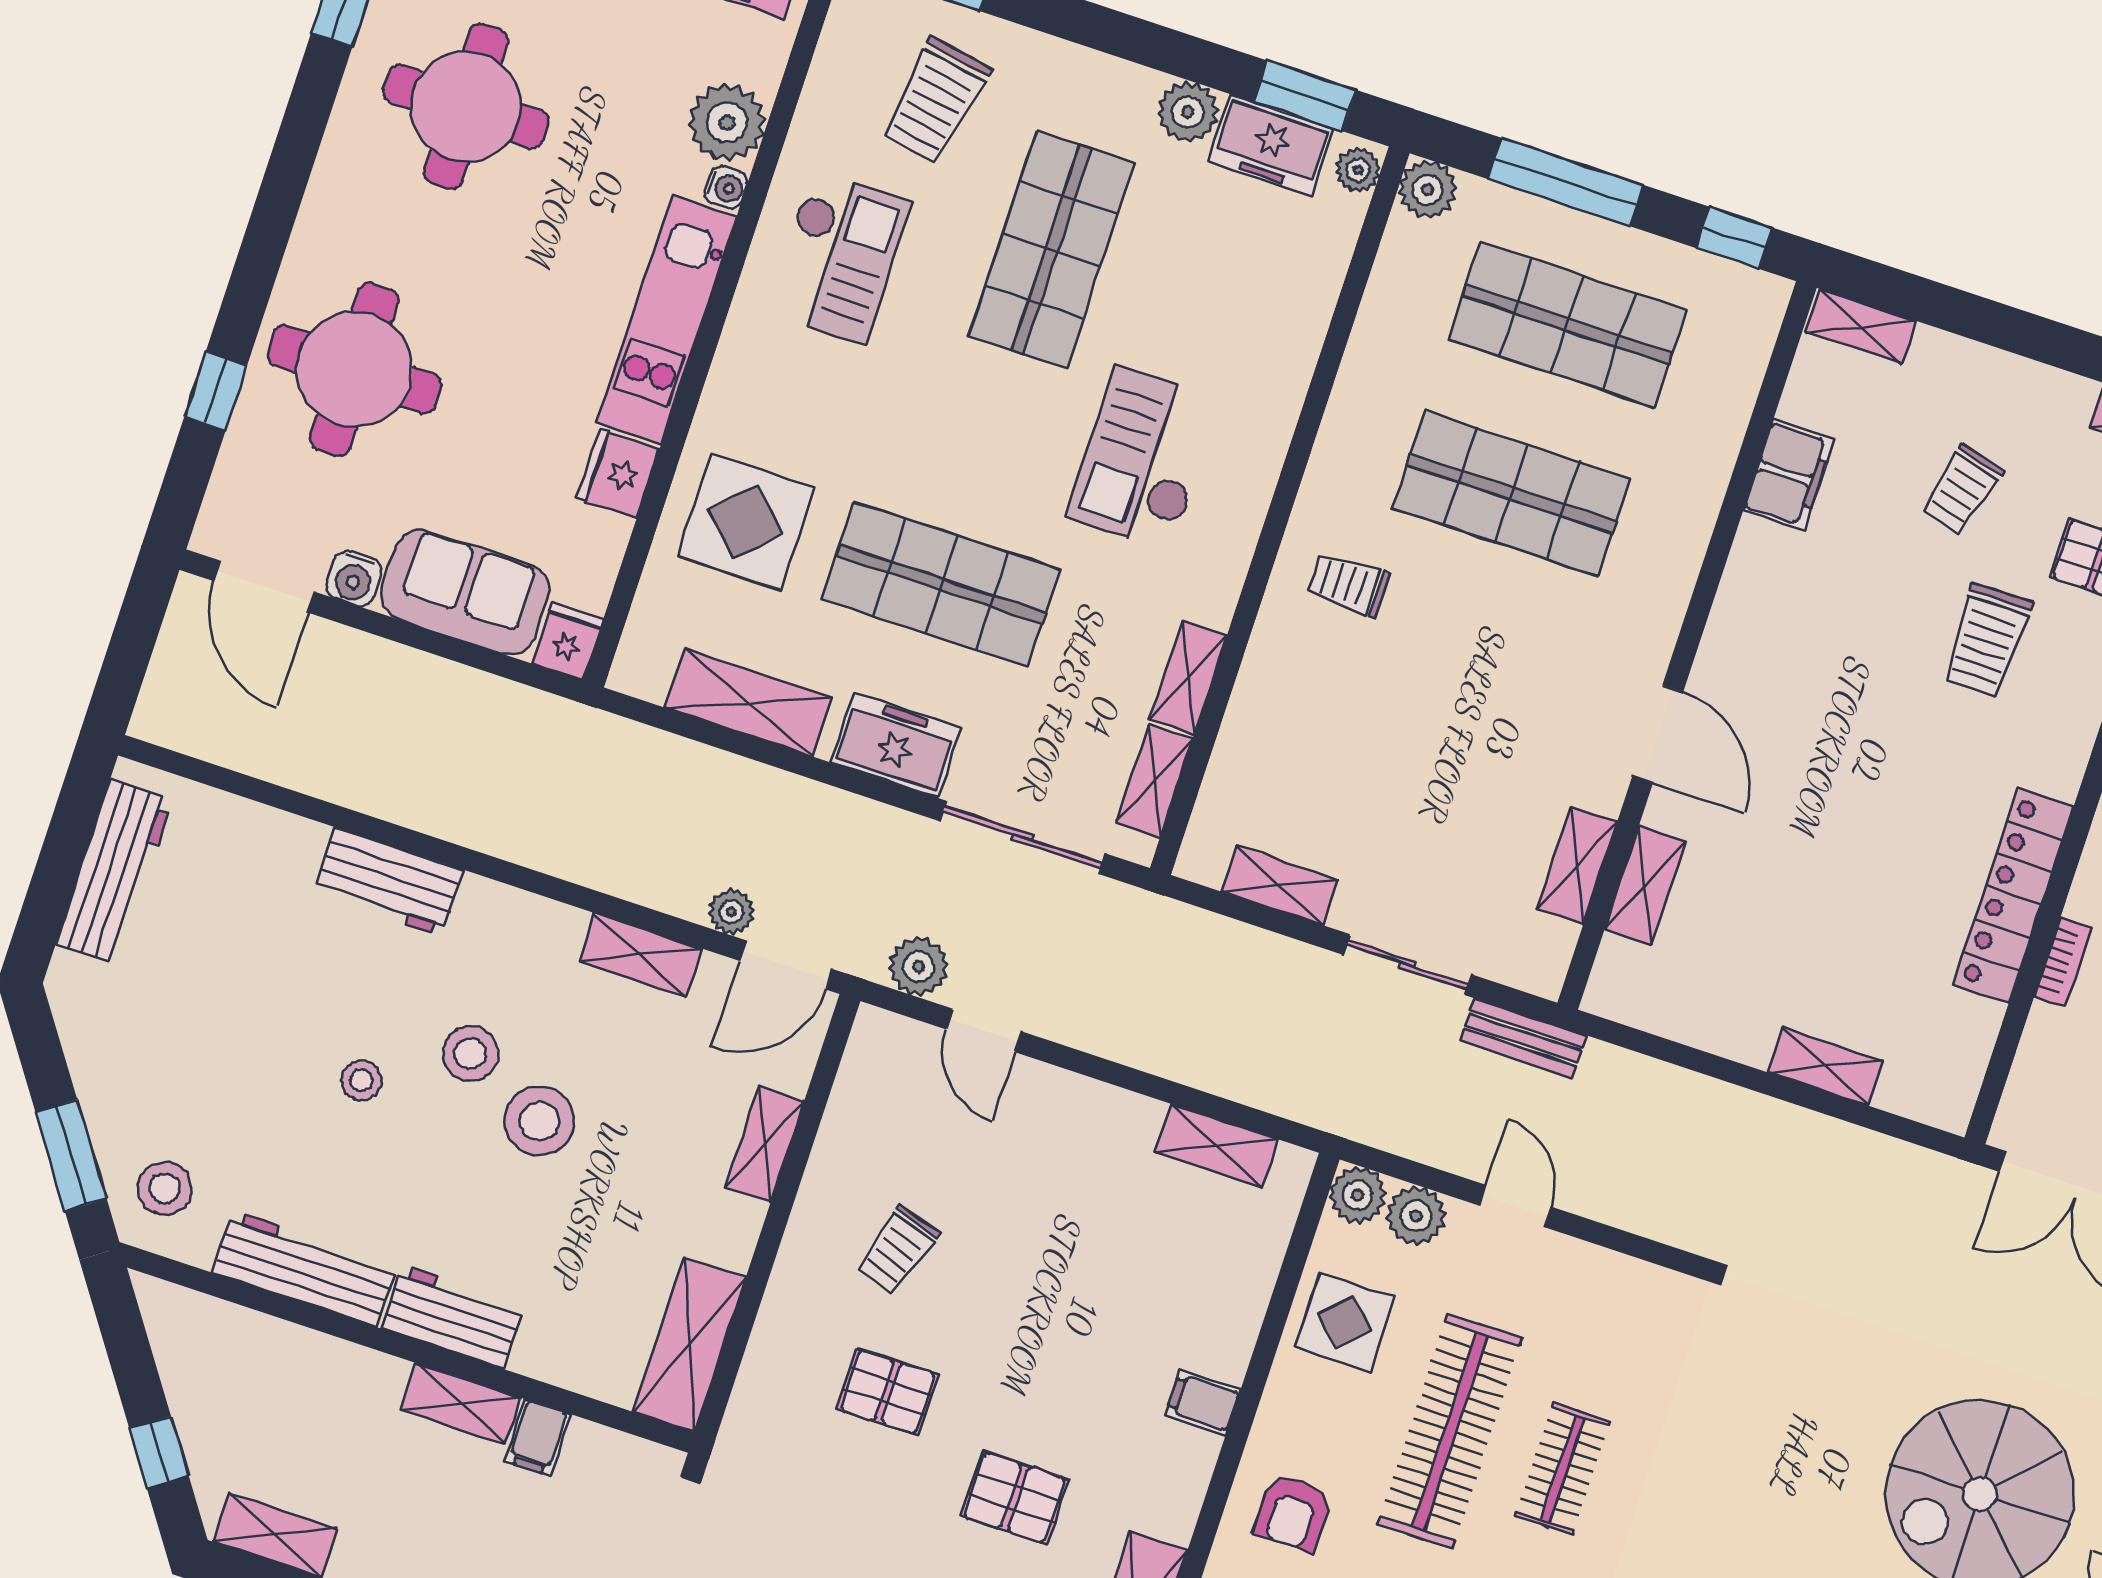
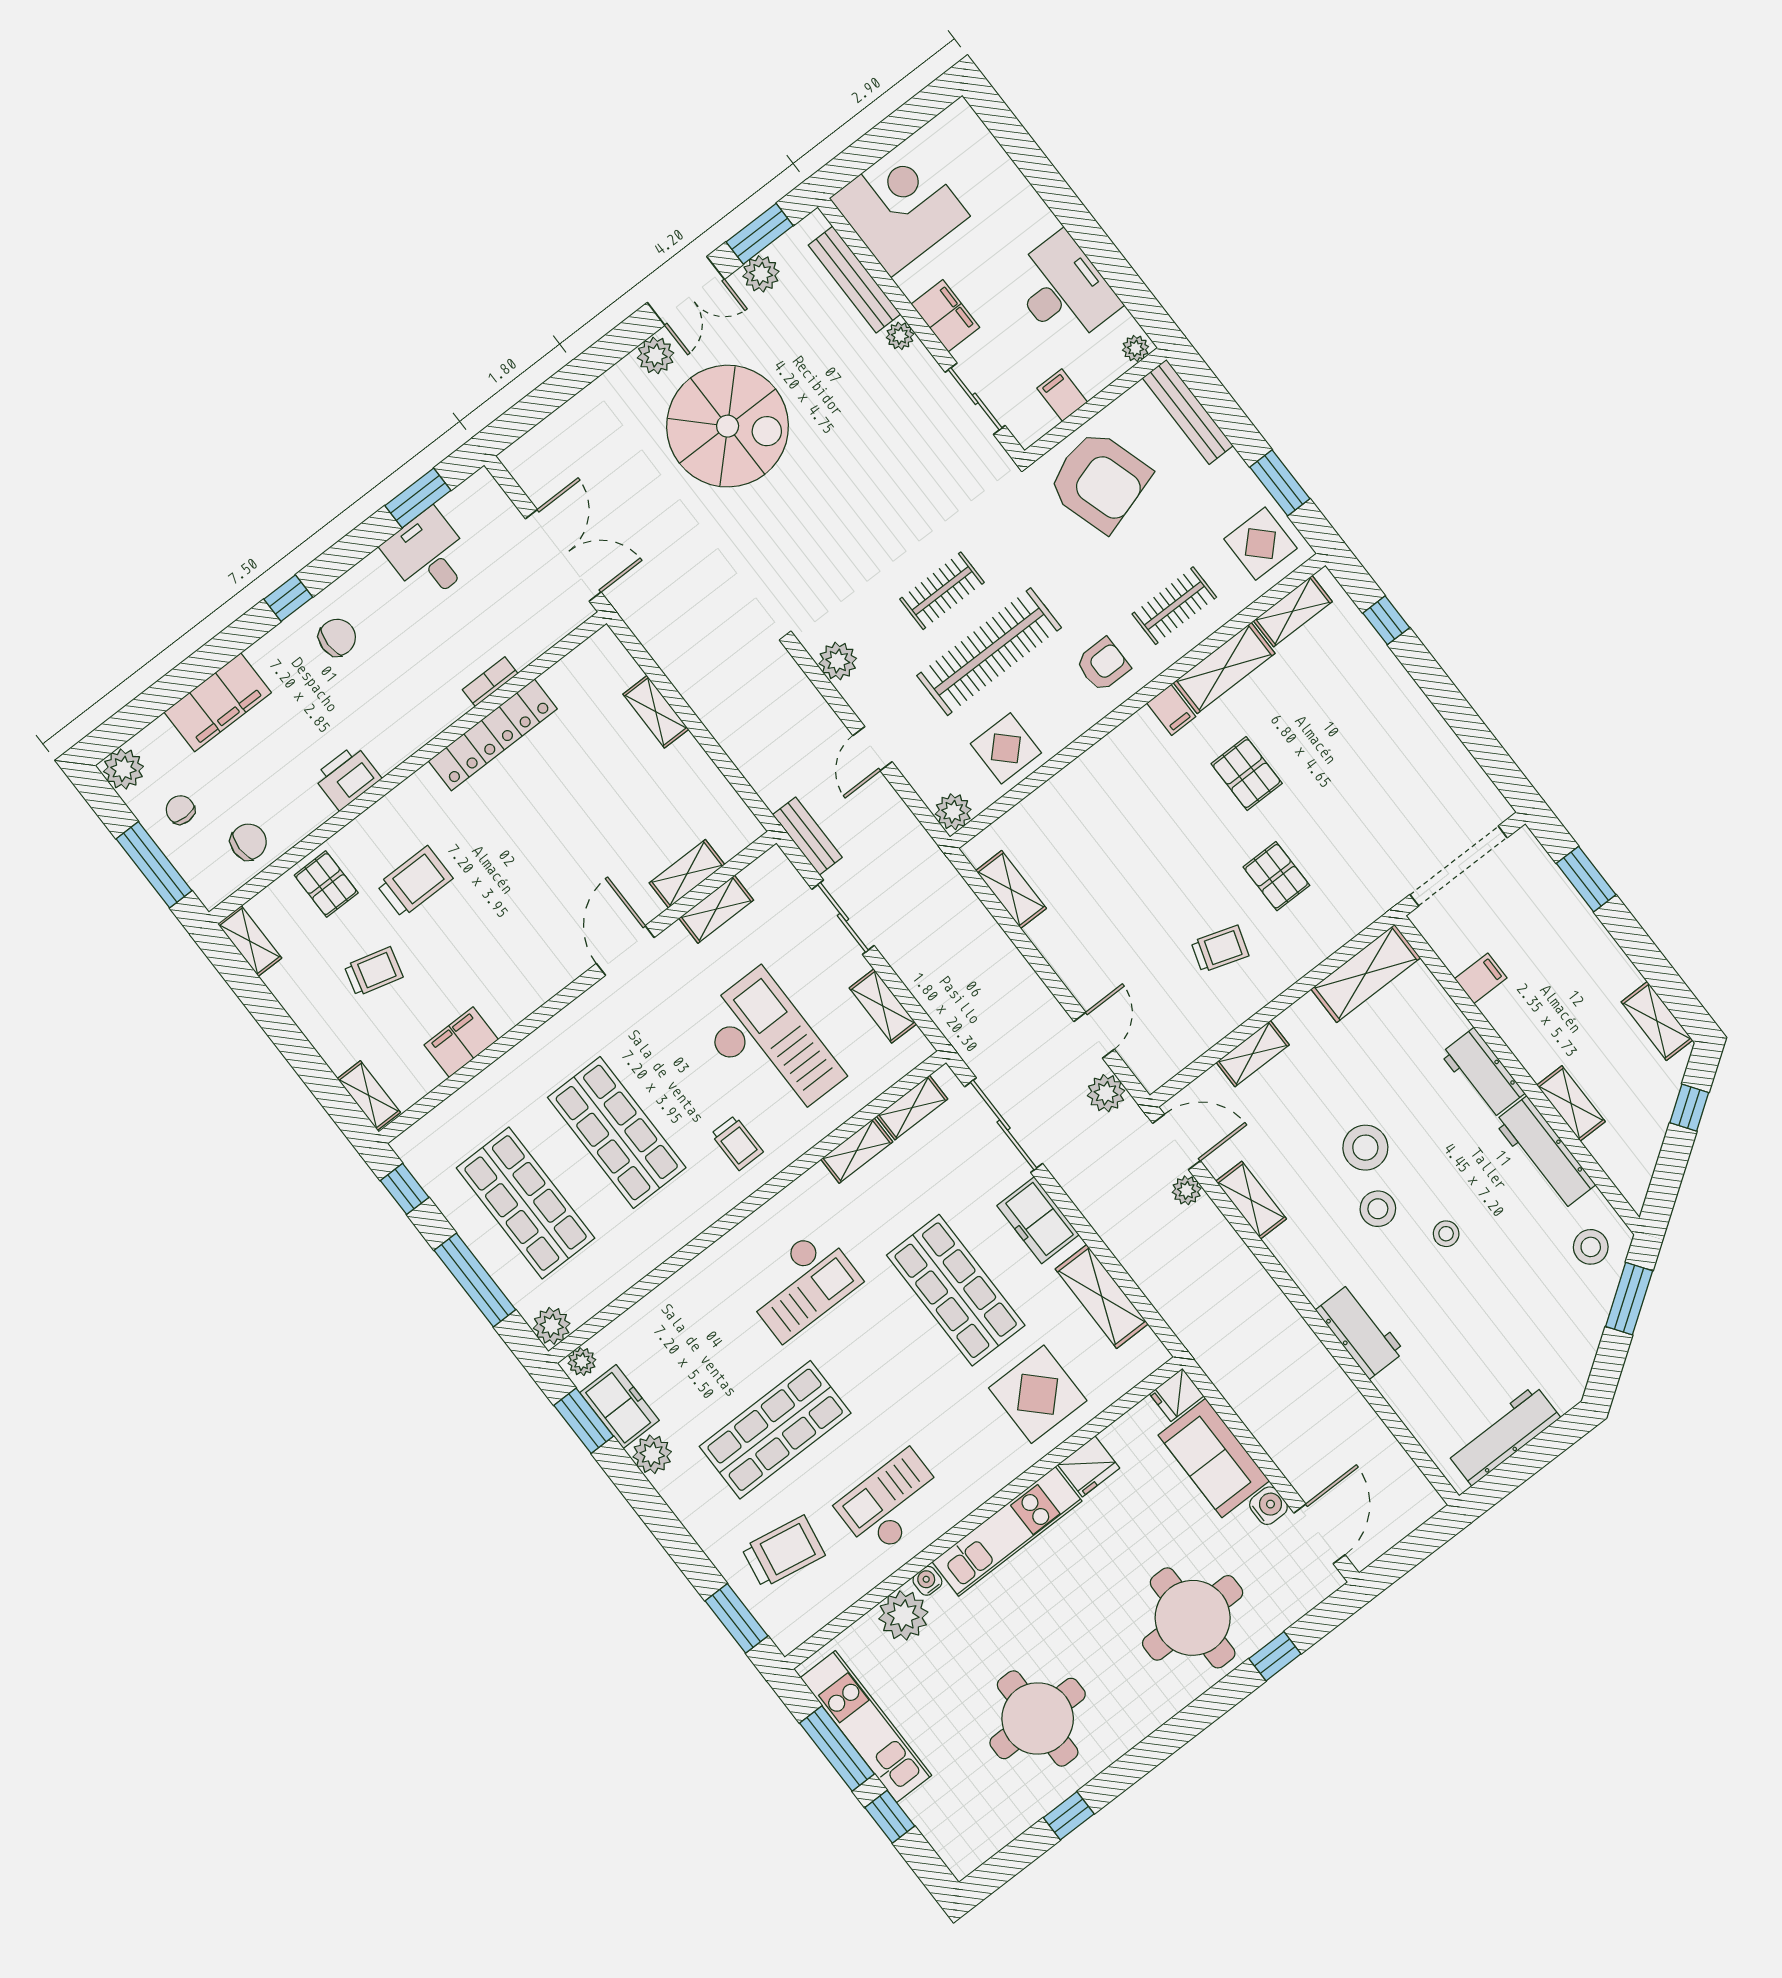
checkout: (1389, 735) -> (770, 1047), added
plant: (1416, 1216) -> (838, 661), moved
filing cabinet: (1203, 1402) -> (1171, 710), moved
shelving: (461, 1404) -> (1571, 1103), moved

